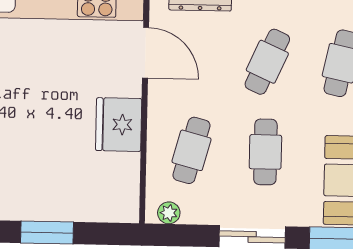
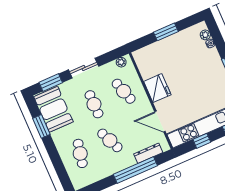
cafe table: (267, 62) -> (110, 140), turned -48
cafe table: (192, 150) -> (124, 91), turned -33

